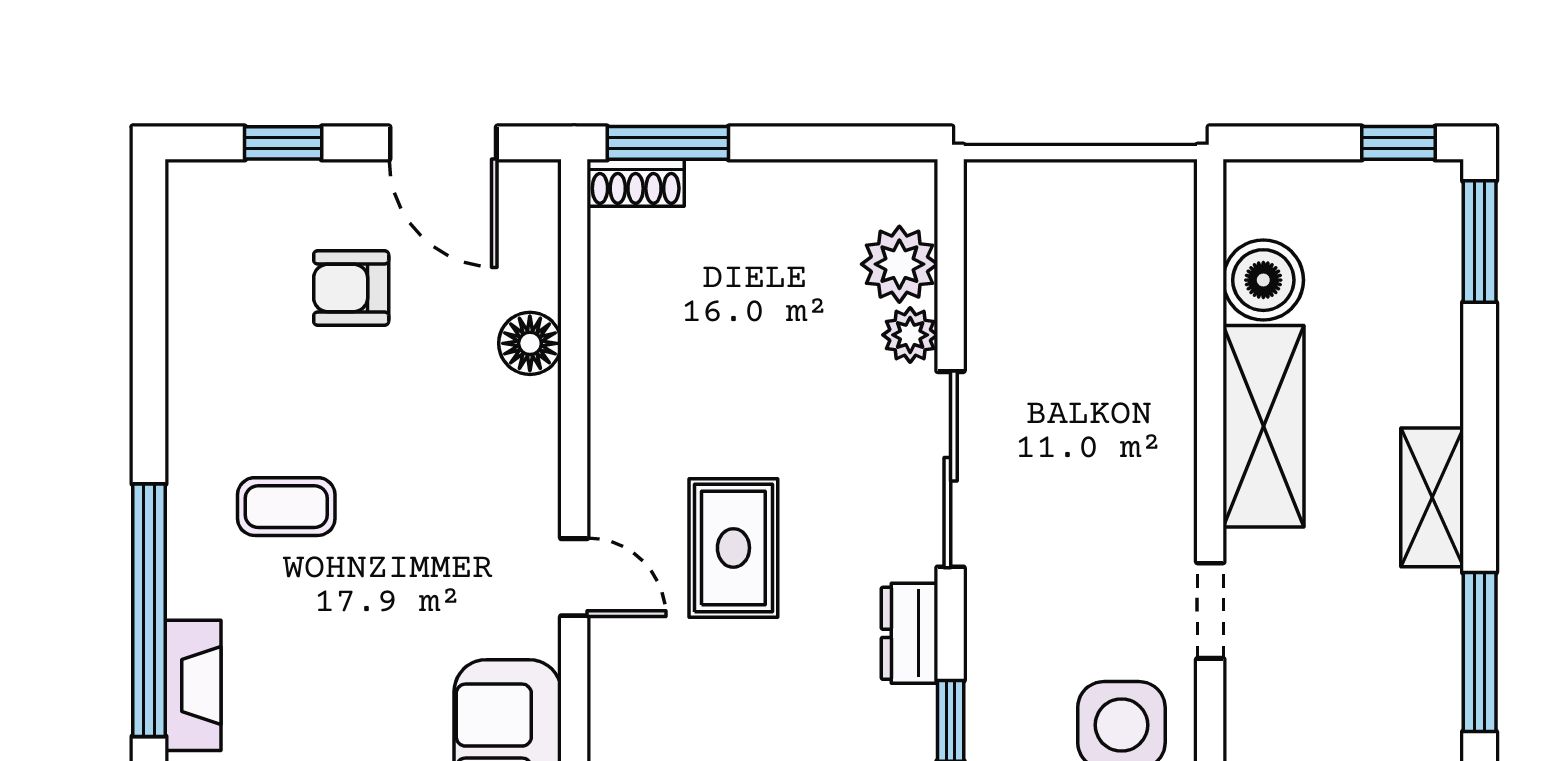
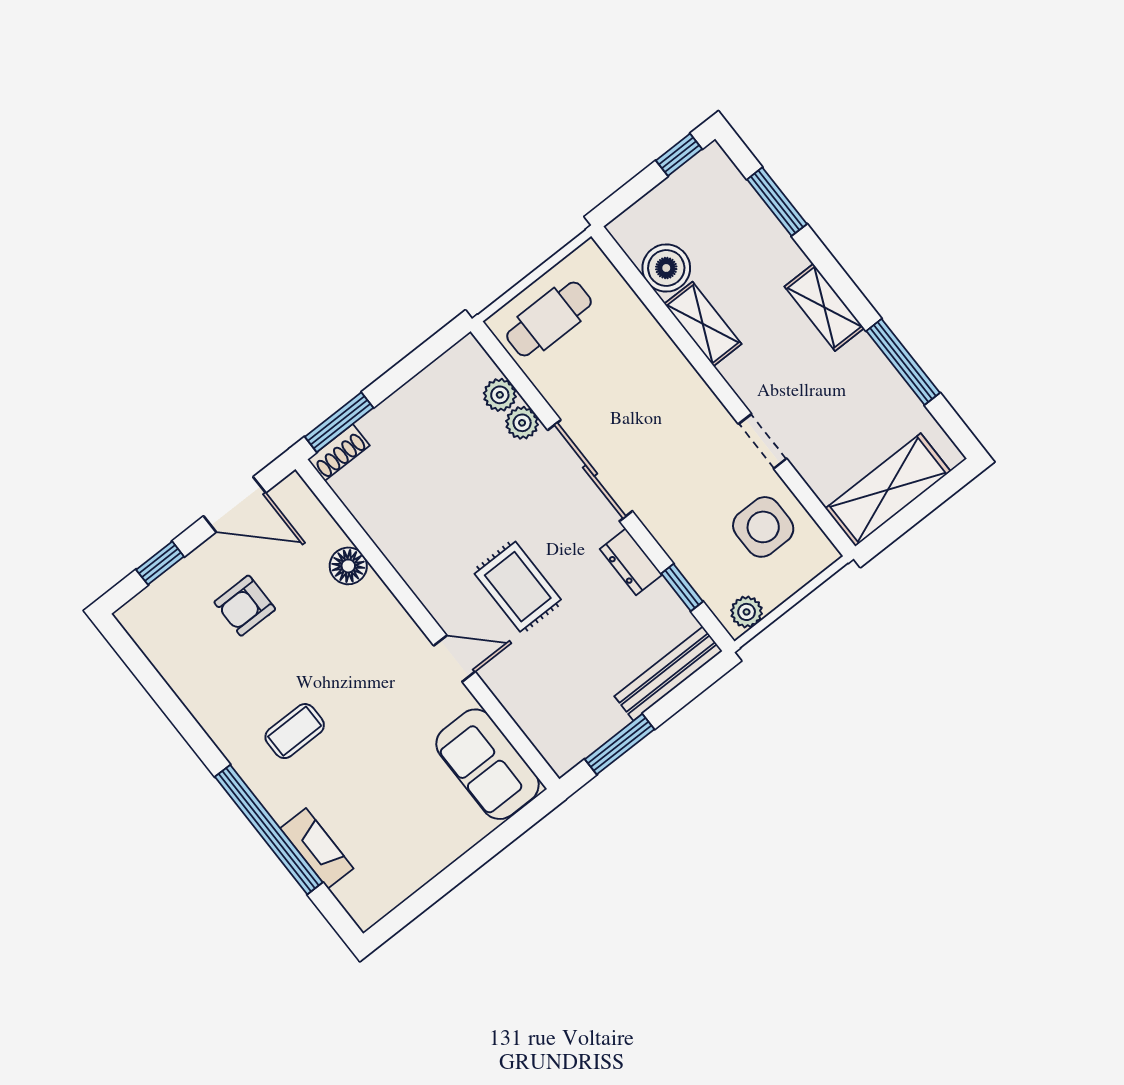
cafe table: (1054, 225) -> (549, 319), added
window: (1480, 242) -> (777, 202), moved
plant: (899, 264) -> (500, 395), width x0.73, depth x0.73
shelving: (1264, 426) -> (703, 324), width x0.67, depth x0.75

